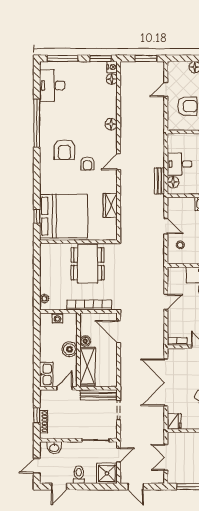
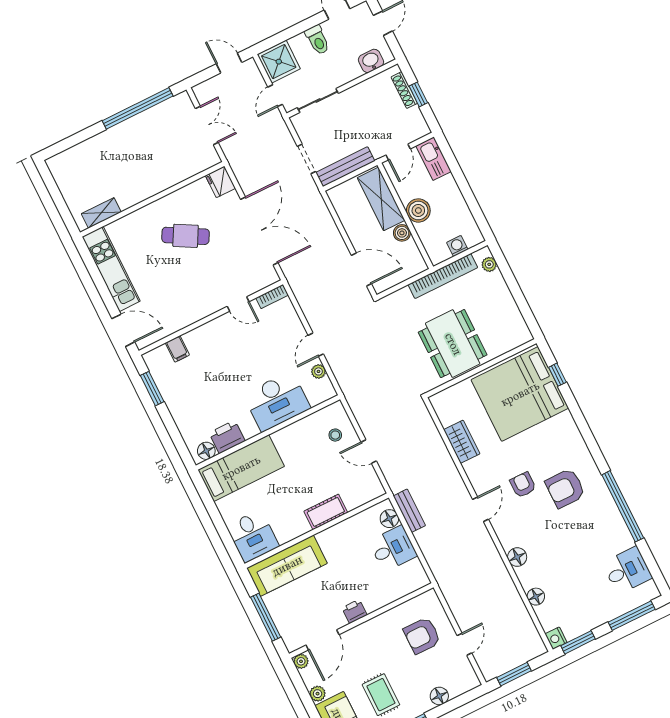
floor lamp: (112, 79) -> (536, 597), moved
desk: (52, 85) -> (627, 570), width x0.73
armchair: (64, 150) -> (565, 488), turned -90
plant: (172, 286) -> (318, 371), added
bookcase: (89, 305) -> (443, 276), moved

